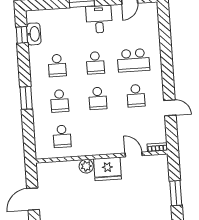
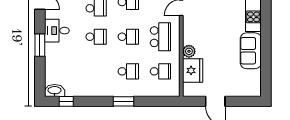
washbasin: (34, 34) -> (55, 91), moved
school desk: (57, 65) -> (160, 37), moved, width x1.85
fridge: (108, 169) -> (193, 70), moved

